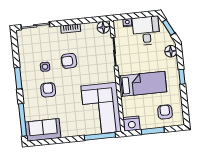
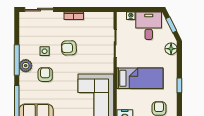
floor lamp: (103, 27) -> (106, 18), removed
window: (182, 77) -> (179, 85), moved
window: (18, 78) -> (17, 60), width x1.44
plant: (28, 83) -> (26, 66), added

